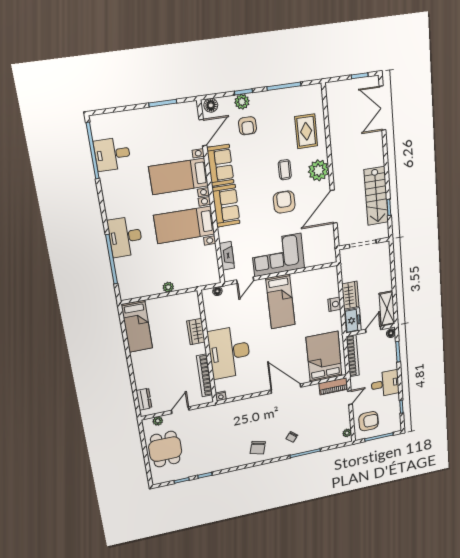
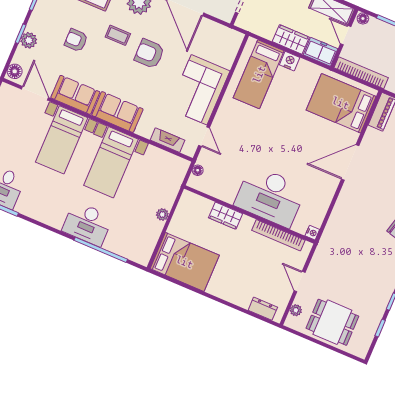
armchair: (248, 126) -> (76, 40), moved, turned 180
bed: (280, 302) -> (259, 74), moved, turned 90
bed: (137, 326) -> (185, 262), width x1.50

